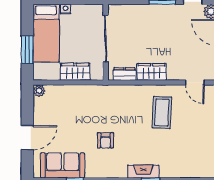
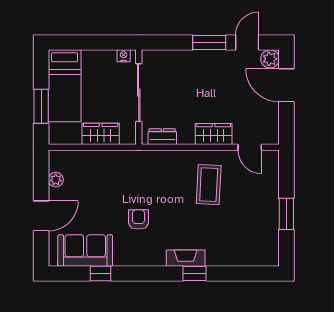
nightstand: (65, 9) -> (124, 56), moved
wardrobe: (152, 72) -> (214, 134), moved
plant: (39, 91) -> (56, 180), moved
armchair: (105, 140) -> (139, 219), turned 180

